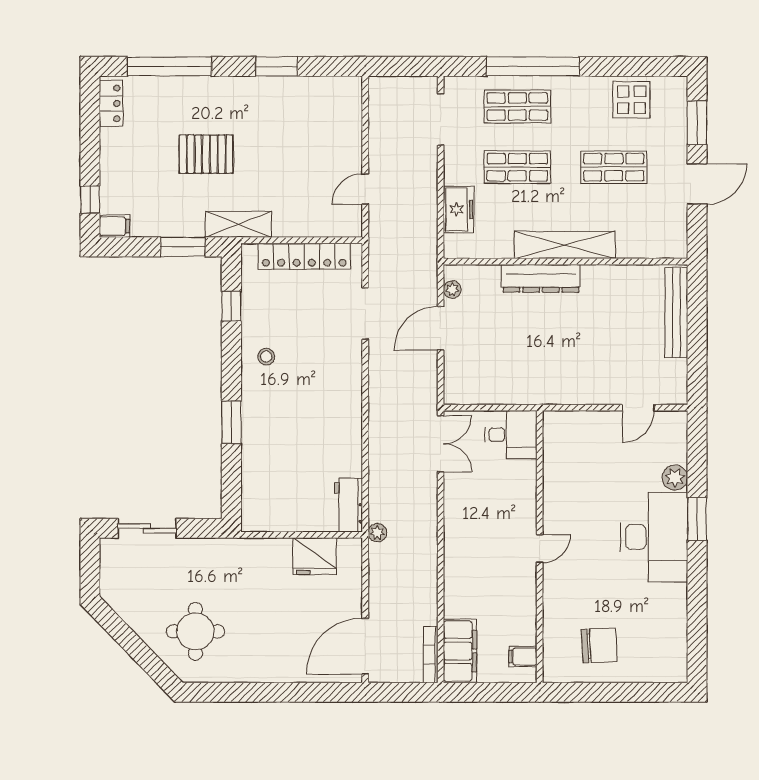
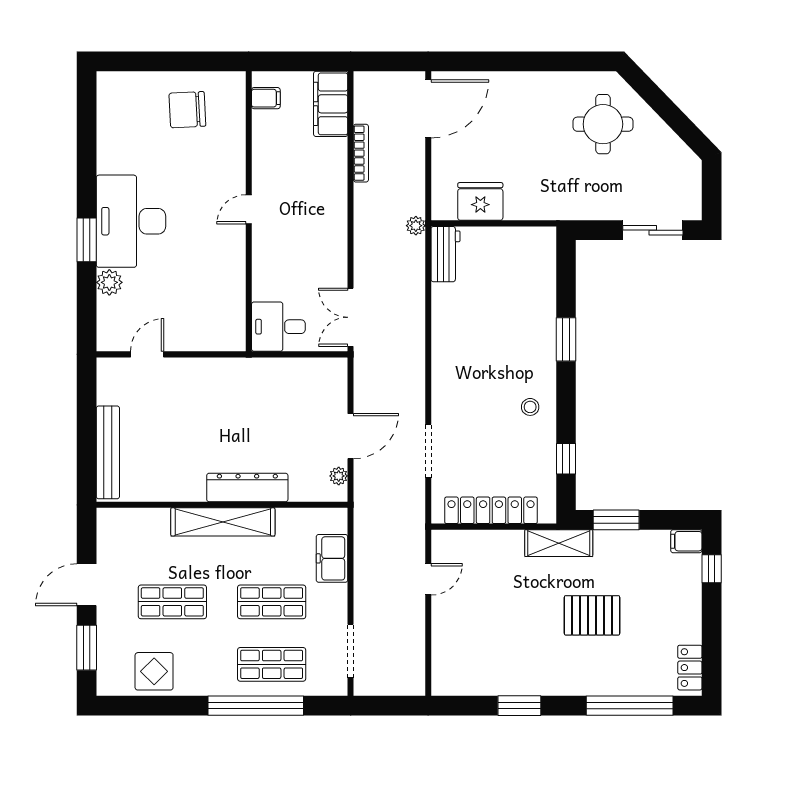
bookcase: (431, 655) -> (361, 153), moved

